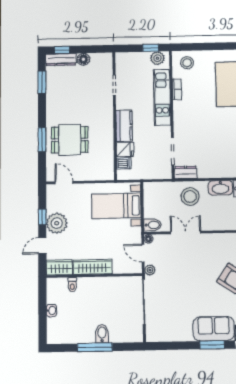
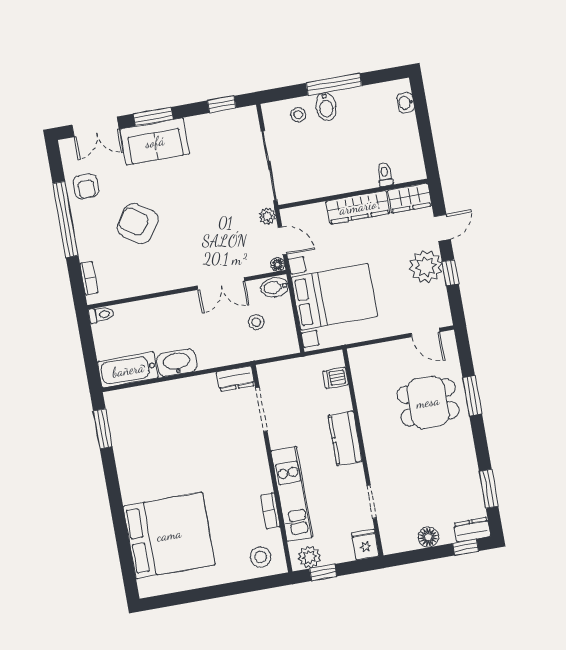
dresser: (61, 60) -> (472, 530), width x0.70
fridge: (125, 150) -> (365, 544), moved, turned 90
stool: (190, 197) -> (256, 322), moved, width x0.53, depth x0.53
bed with nightstands: (116, 206) -> (334, 297), width x1.36
washbasin: (51, 310) -> (406, 103), moved
stool: (120, 331) -> (298, 115), added
window: (168, 346) -> (222, 104), added

